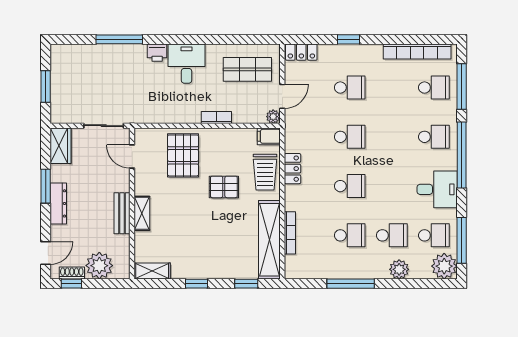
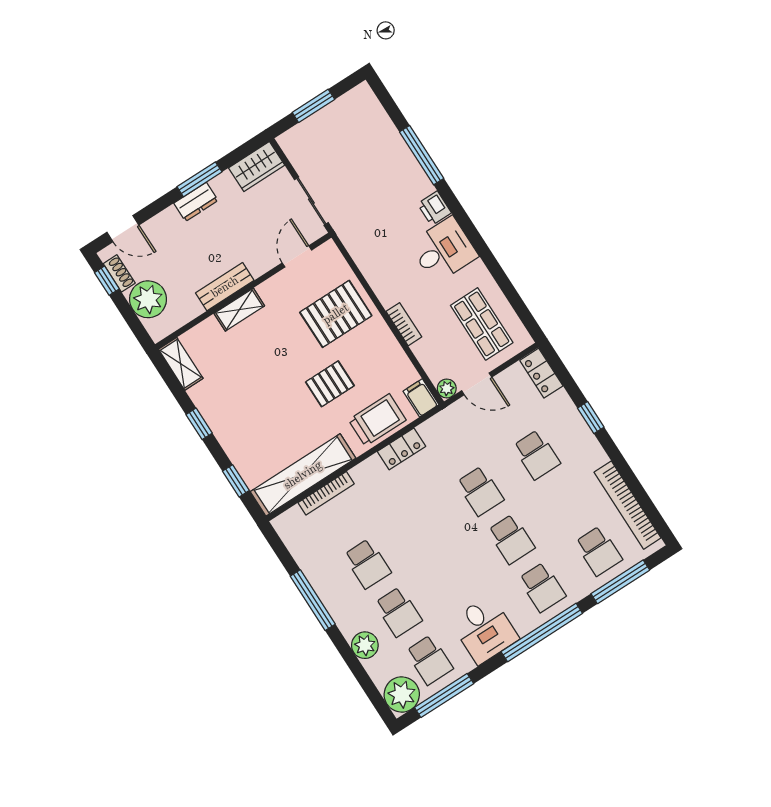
trolley: (265, 172) -> (377, 420), turned 180
school desk: (350, 186) -> (511, 539), moved
pallet: (224, 187) -> (330, 384), turned 90
dresser: (58, 203) -> (196, 202), width x0.70

